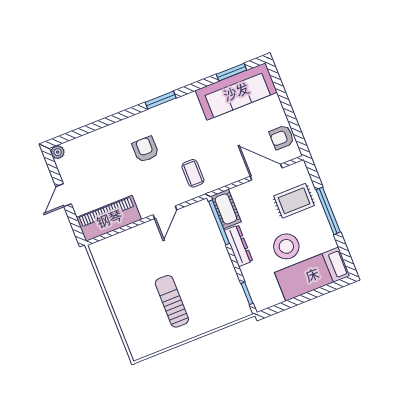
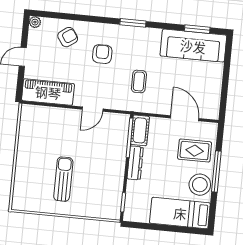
armchair: (282, 137) -> (68, 37), moved, turned 145
coffee table: (193, 173) -> (139, 81), moved
stool: (286, 246) -> (200, 185), moved

